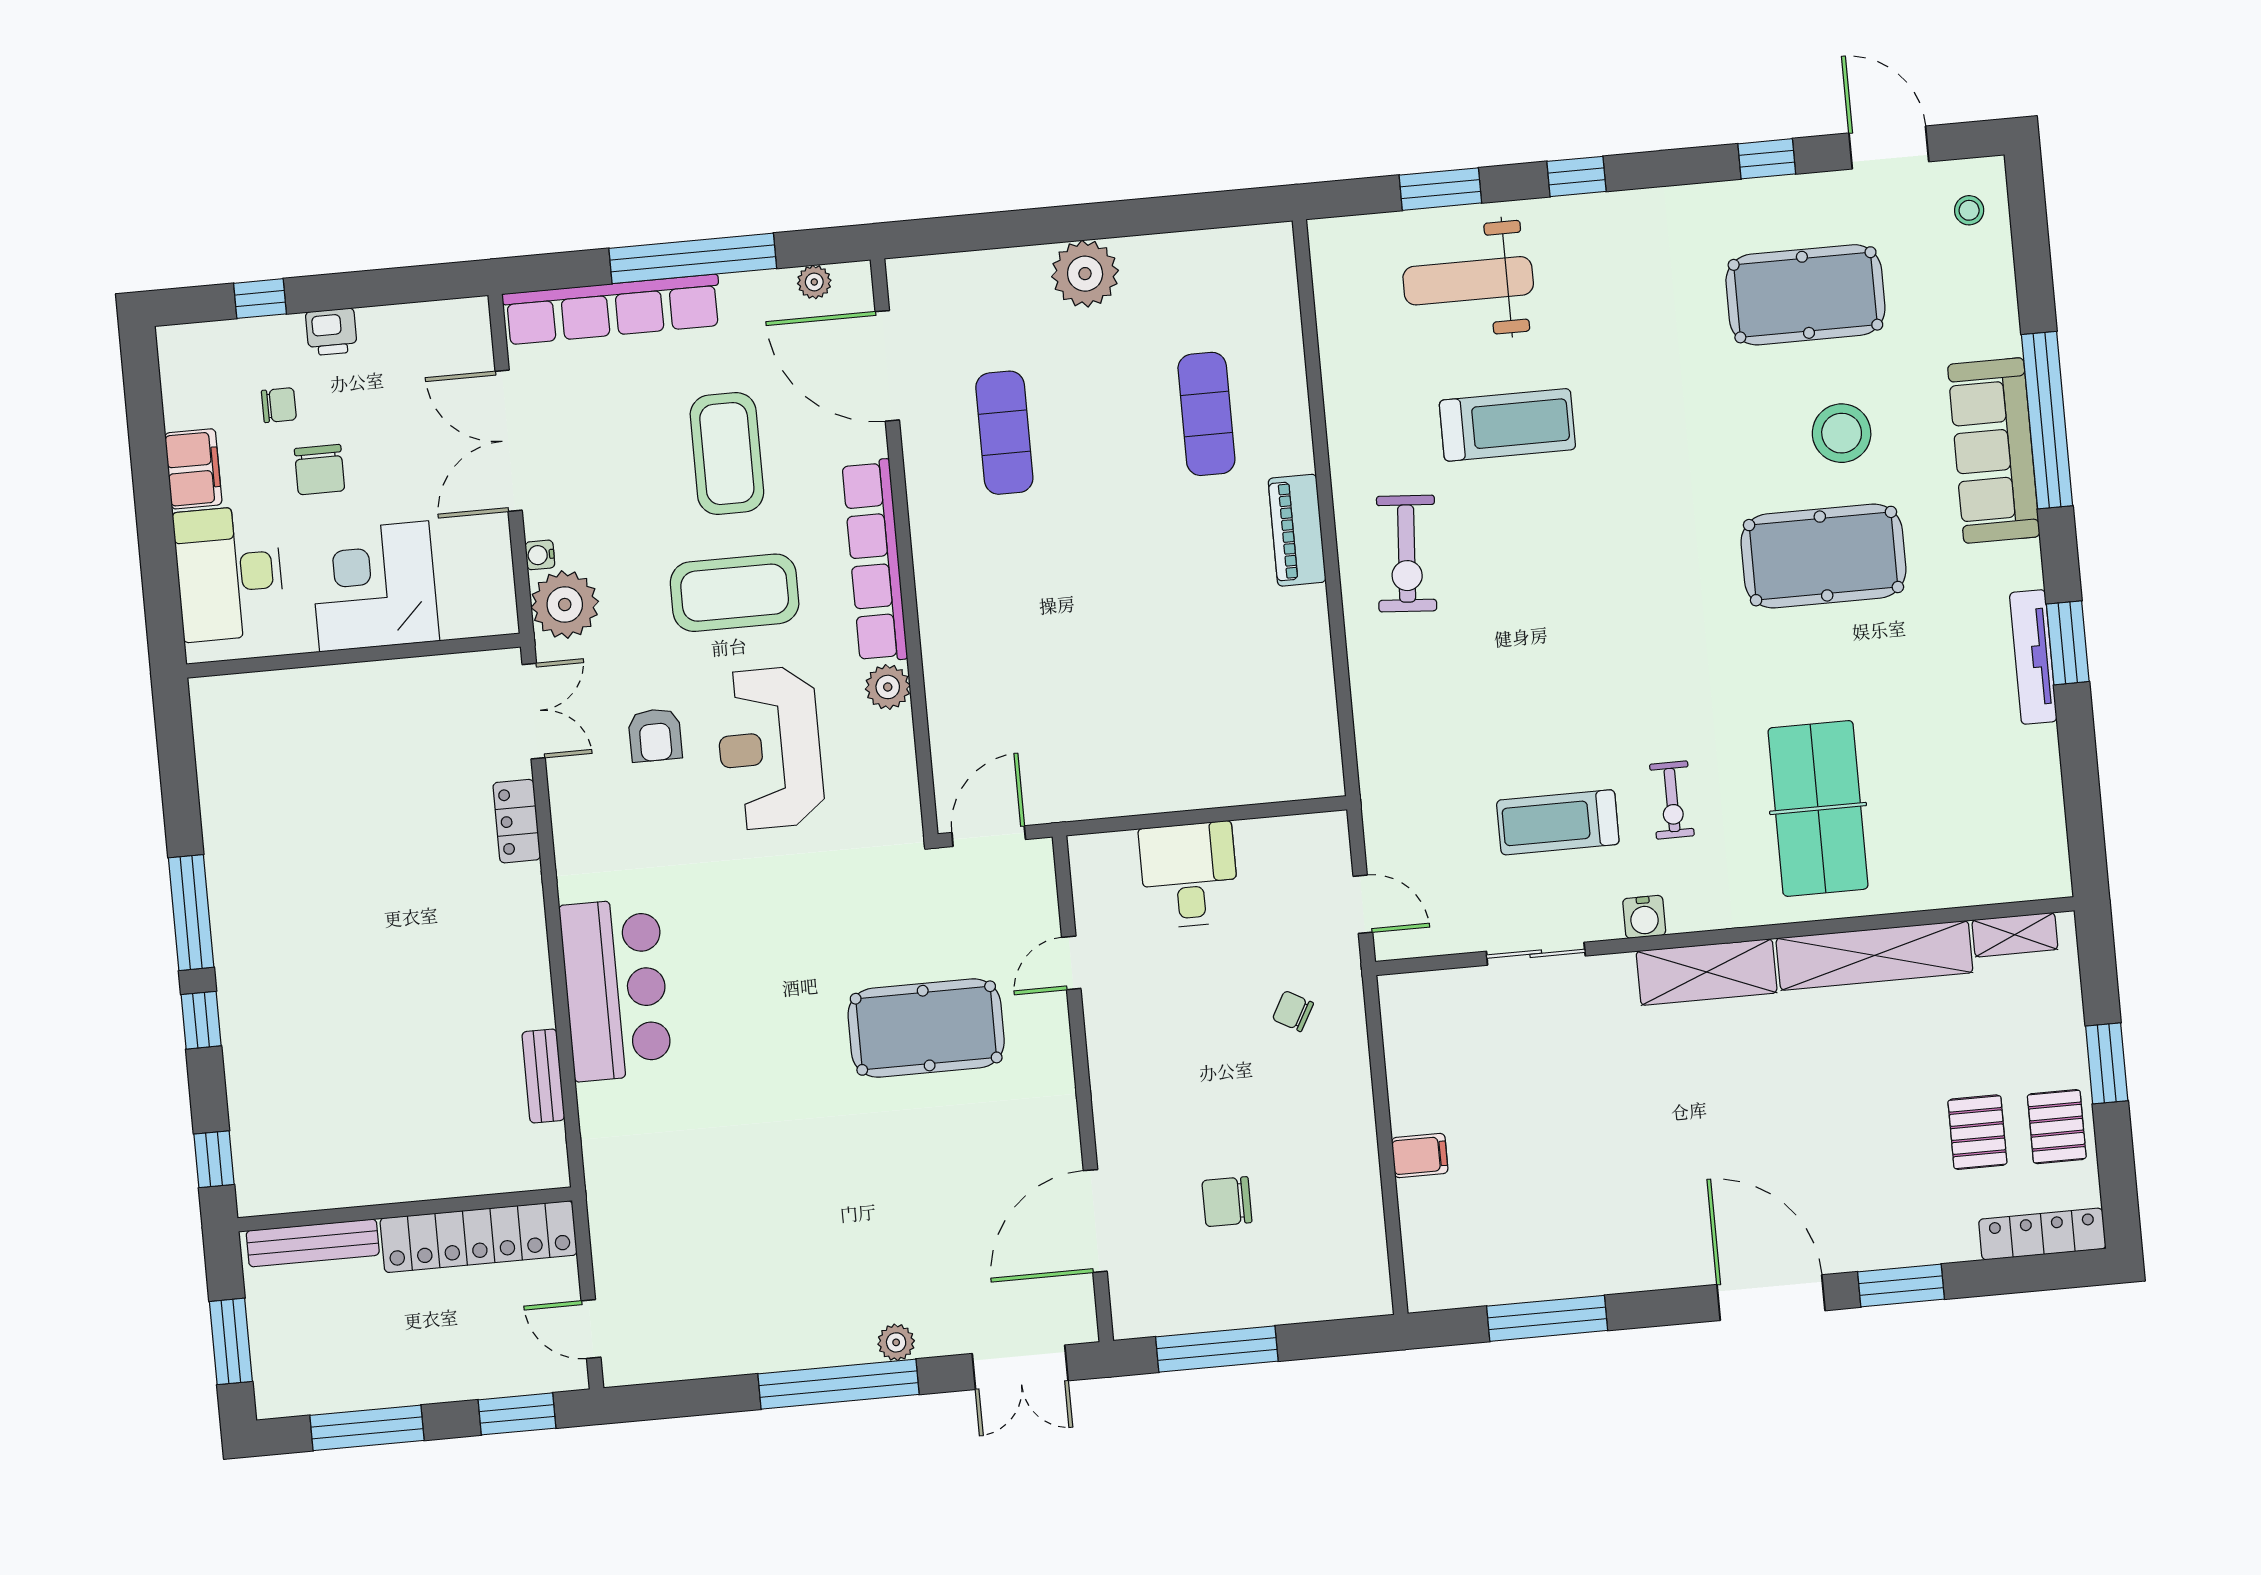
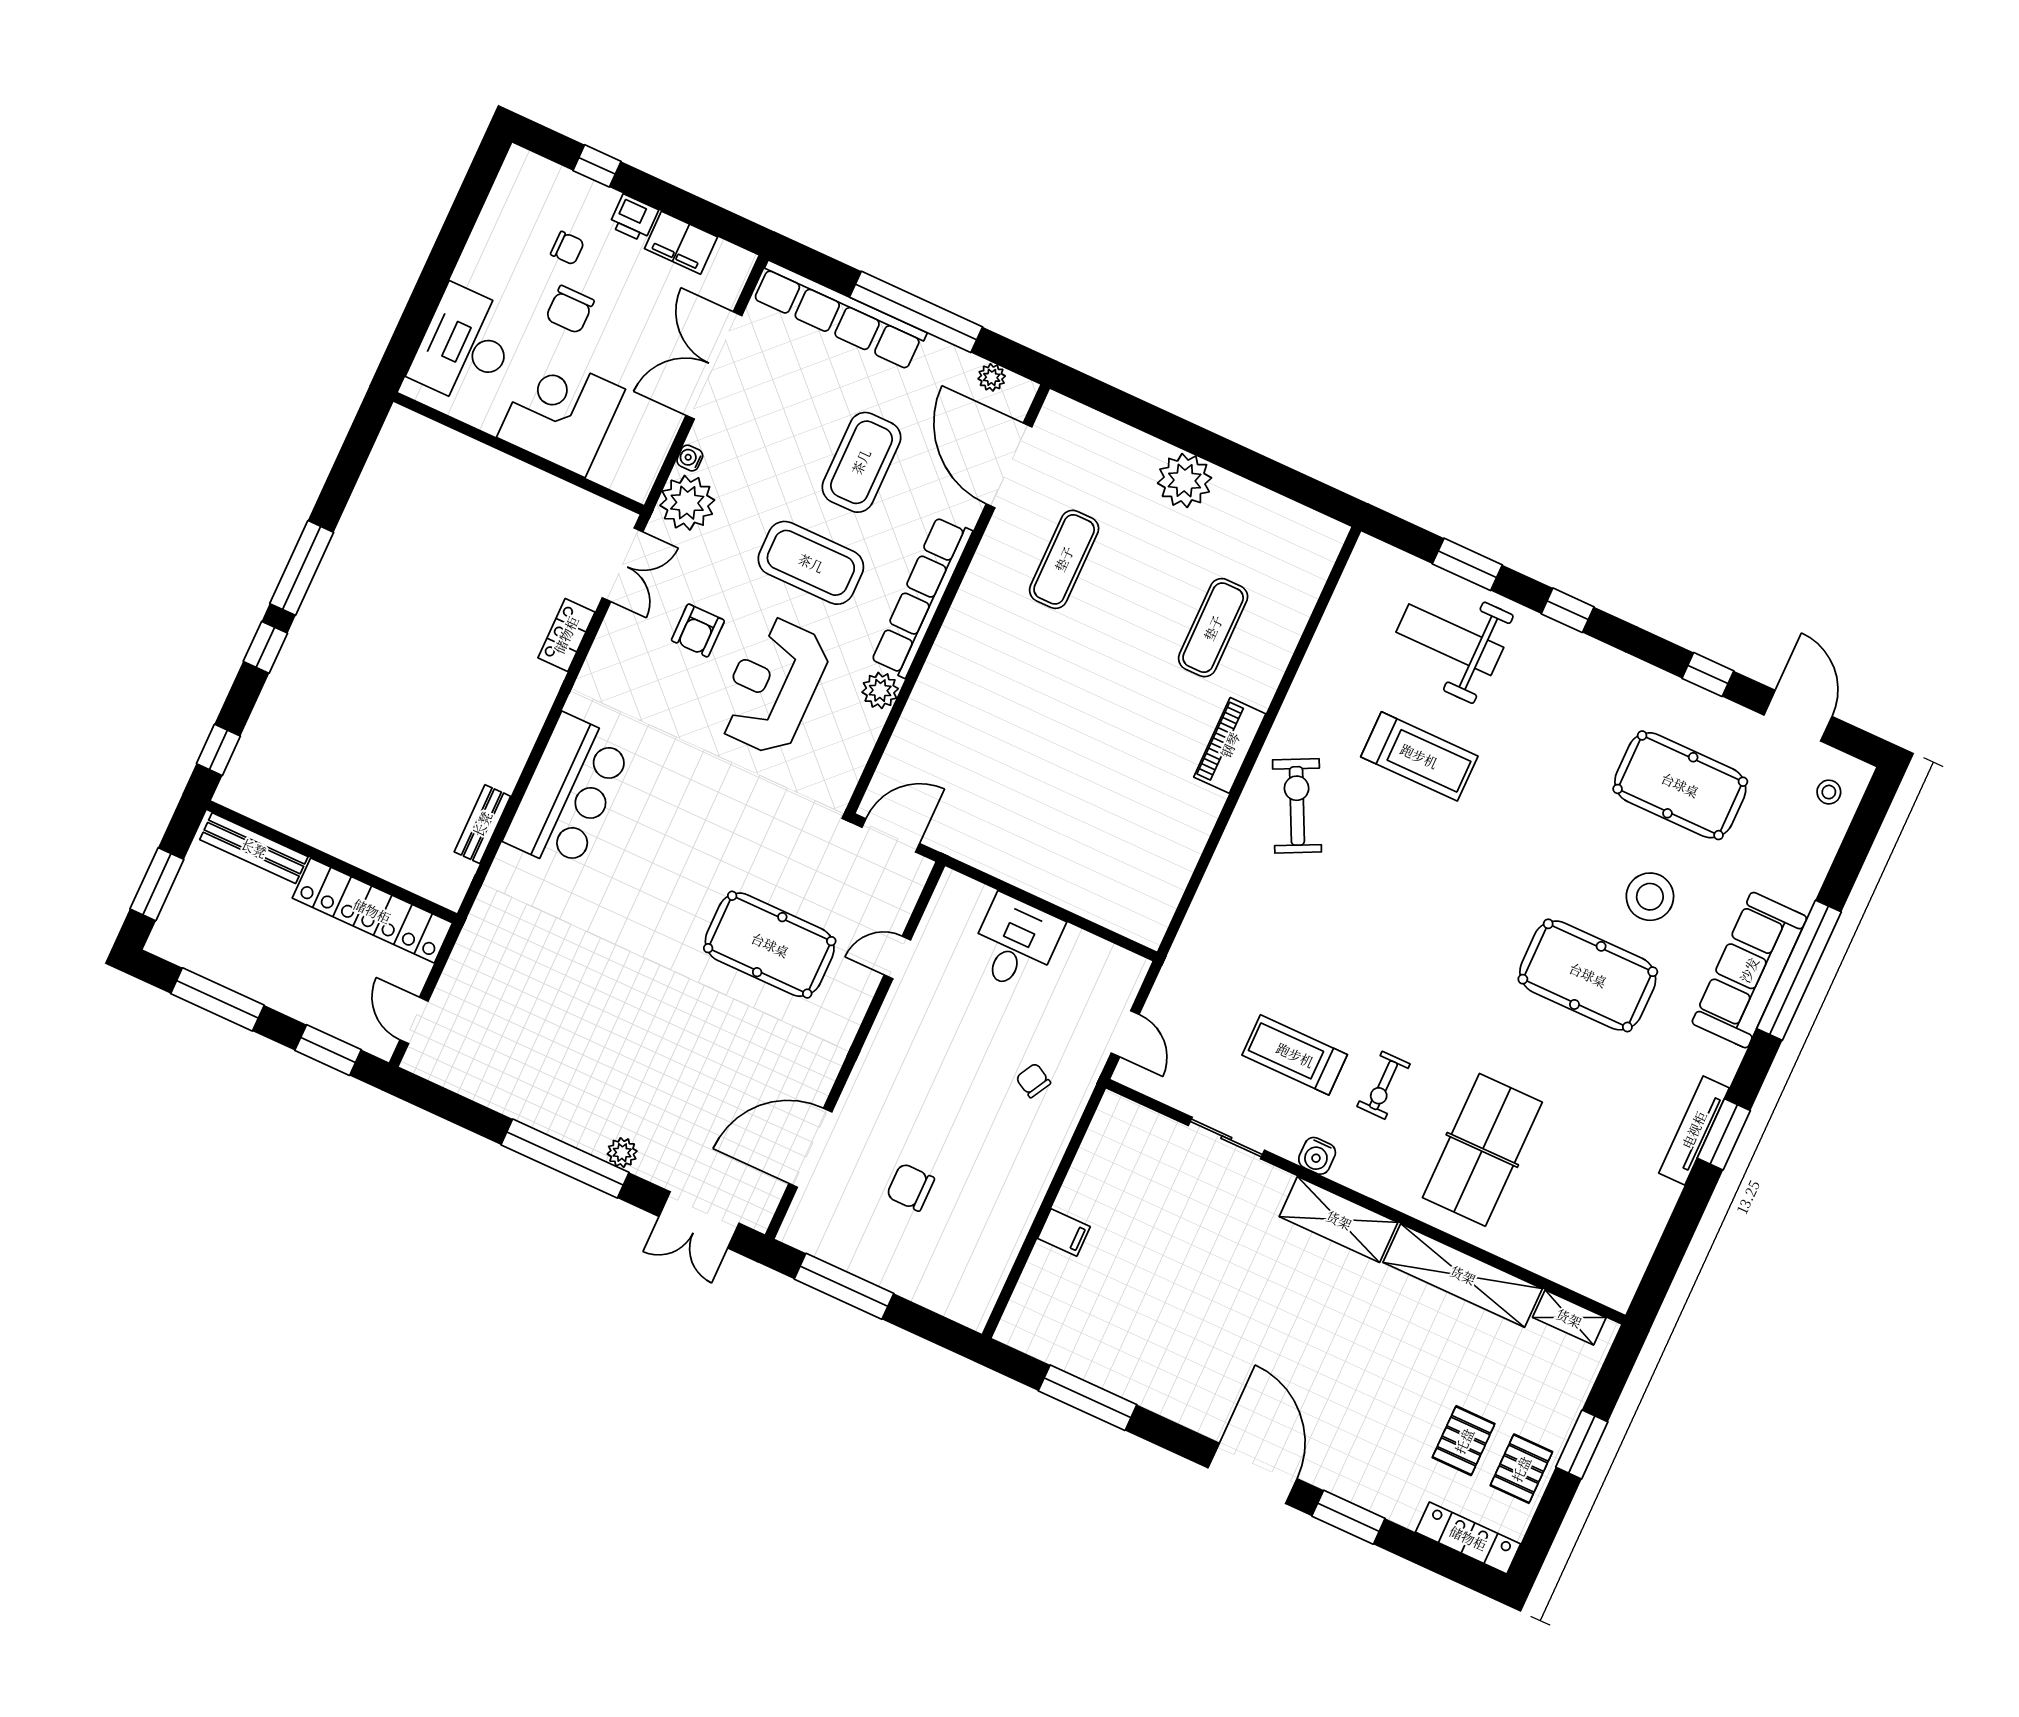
filing cabinet: (193, 469) -> (681, 243), moved, turned 90
exercise bike: (1407, 554) -> (1297, 806), turned 150

